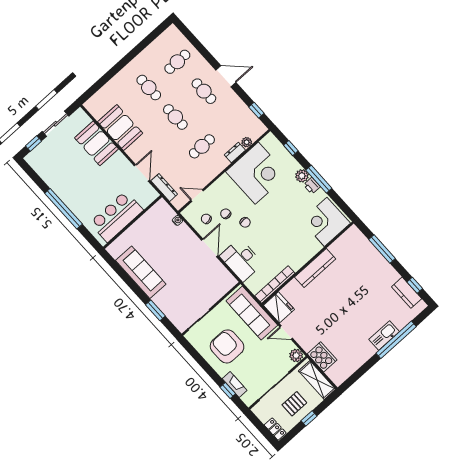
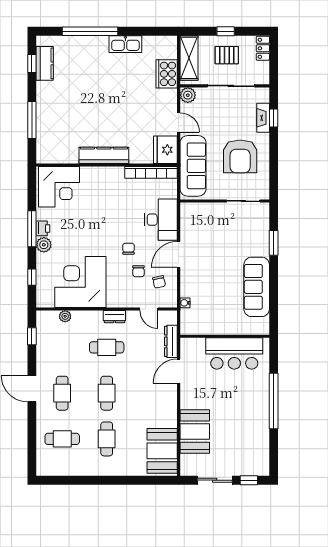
booth: (120, 127) -> (162, 451), moved
dresser: (235, 152) -> (114, 317), moved
kitchen sink: (384, 335) -> (125, 44), moved

